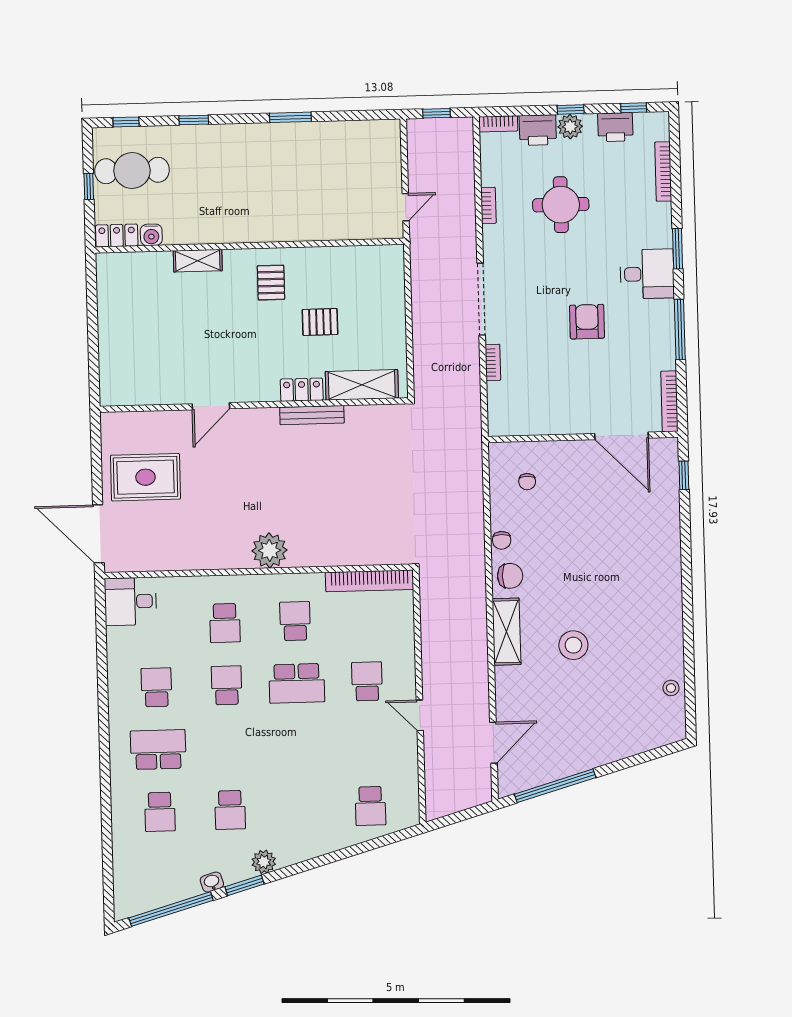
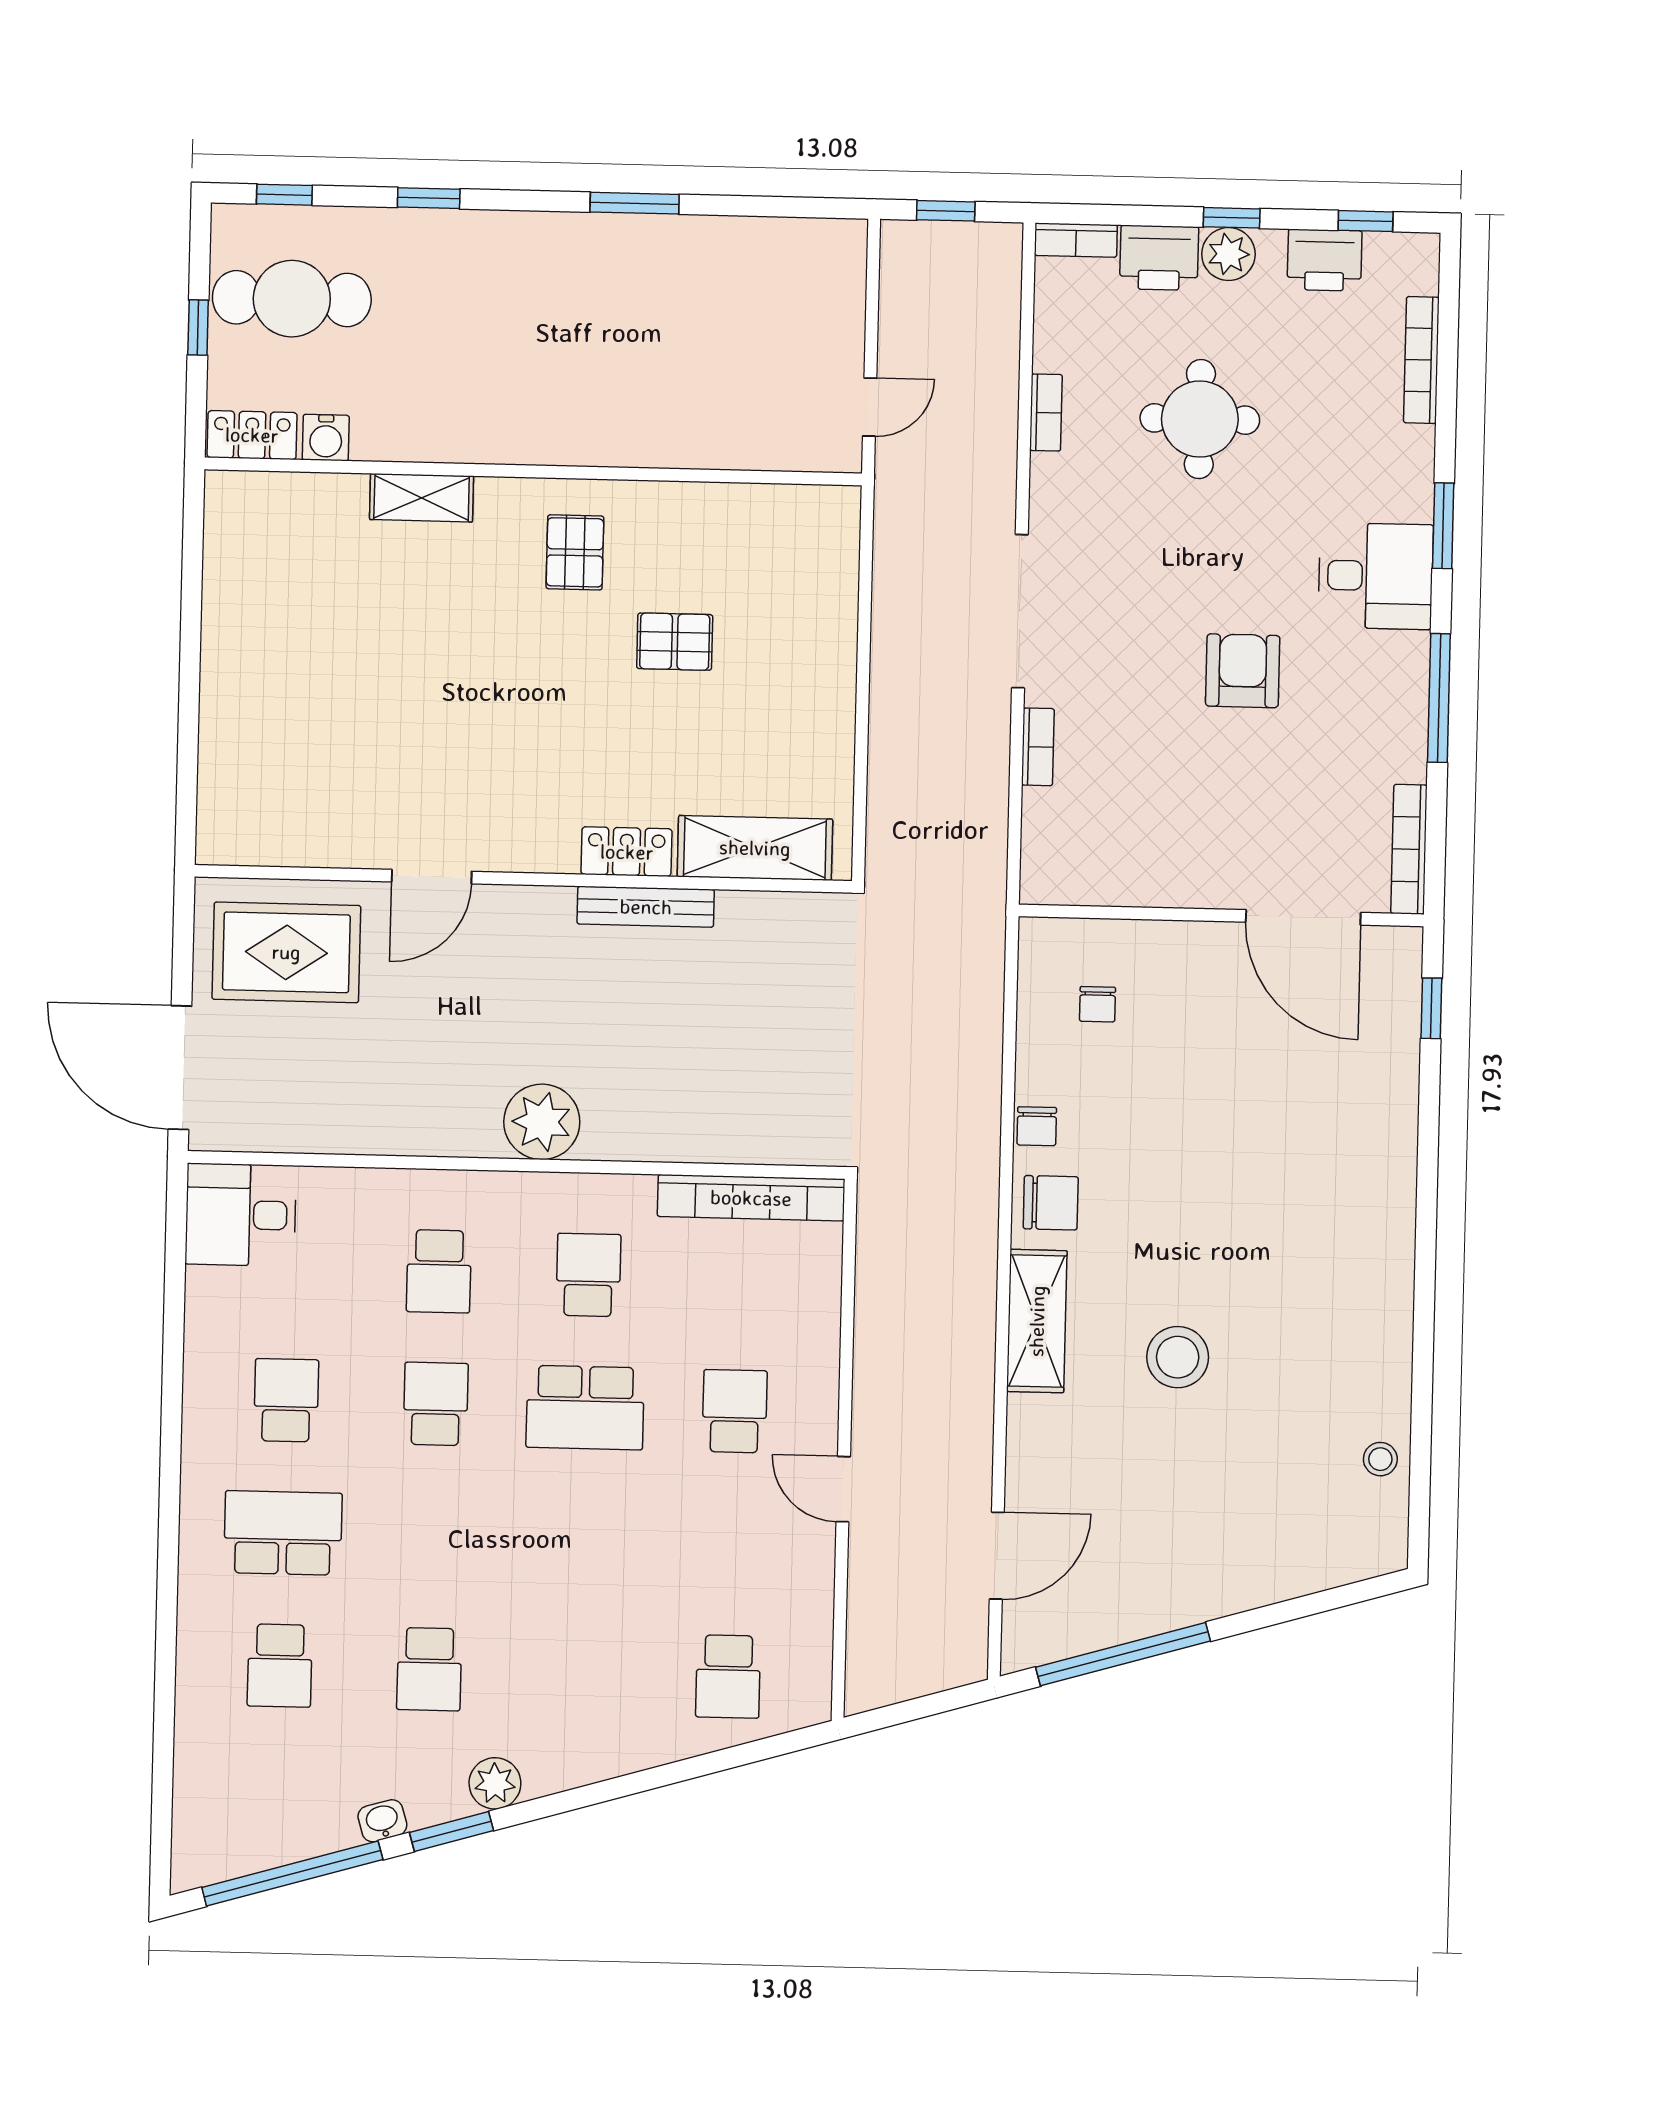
shelving: (362, 385) -> (755, 848), moved
locker: (302, 390) -> (627, 852), moved
wall: (254, 405) -> (523, 879), moved
door: (211, 406) -> (432, 877), moved
bench: (312, 415) -> (646, 907), moved

